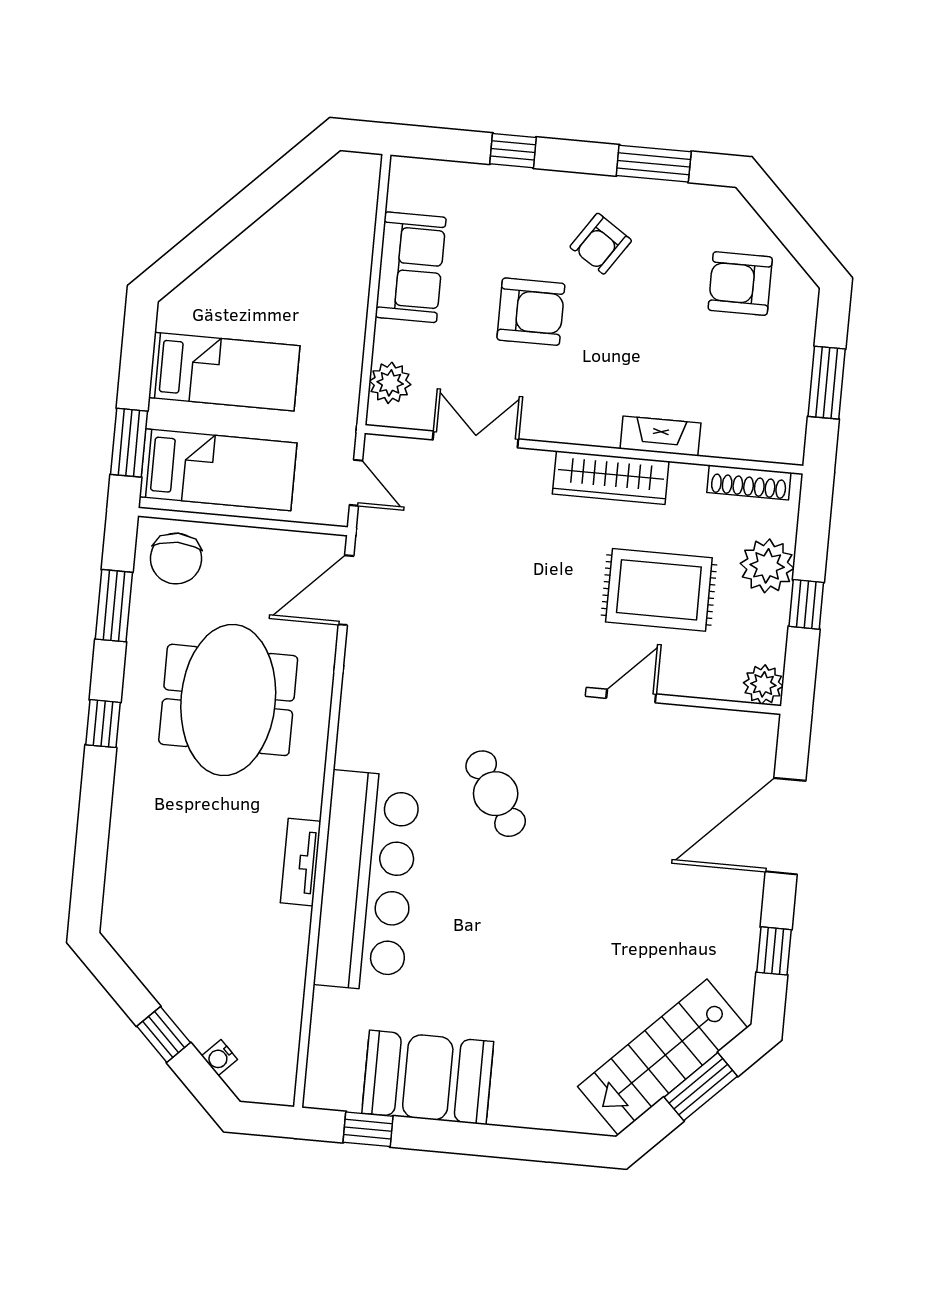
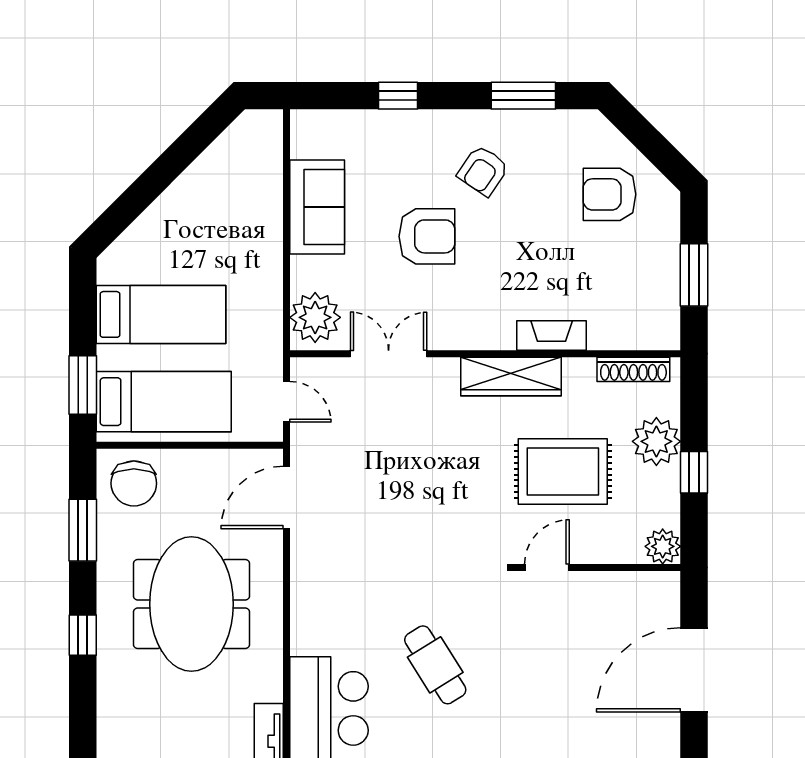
plant: (390, 383) -> (315, 317), width x1.36, depth x1.36

